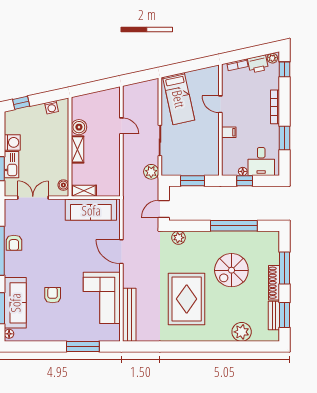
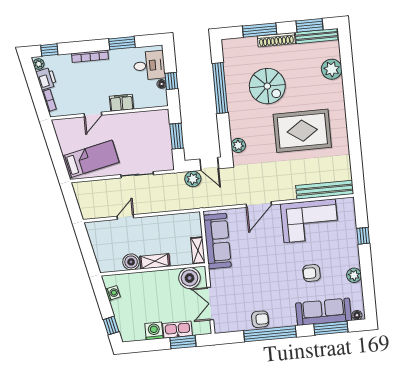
filing cabinet: (229, 132) -> (121, 103), width x2.00
plant: (151, 172) -> (193, 179), moved
boiler: (63, 185) -> (190, 278), width x1.86, depth x1.86
bench: (274, 315) -> (317, 36), width x1.36
plant: (47, 335) -> (354, 275), added
window: (83, 347) -> (363, 236), width x0.46

